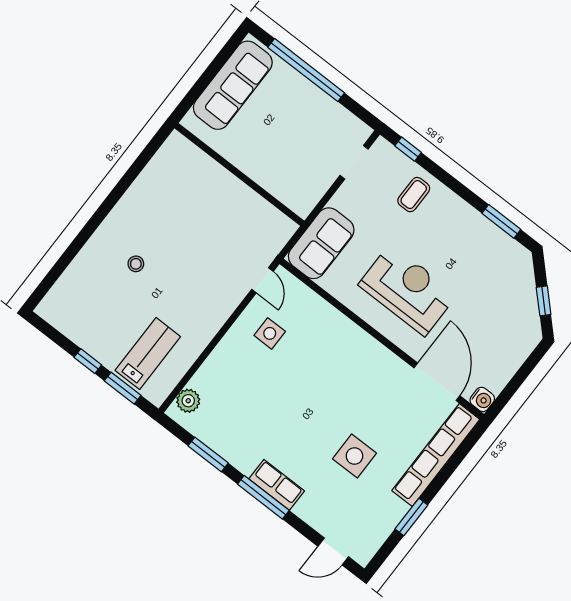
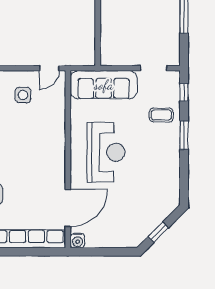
window: (501, 221) -> (184, 135), moved
sofa: (321, 243) -> (104, 85), width x1.36

